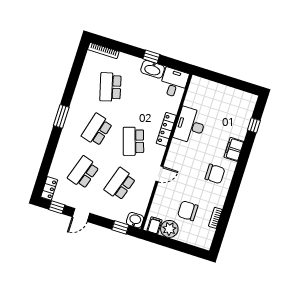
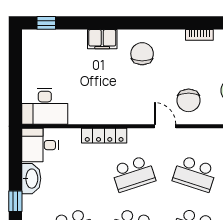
window: (151, 57) -> (15, 201), moved
desk: (190, 125) -> (45, 106), moved
window: (254, 125) -> (46, 23), moved
chair: (188, 211) -> (189, 100), moved

